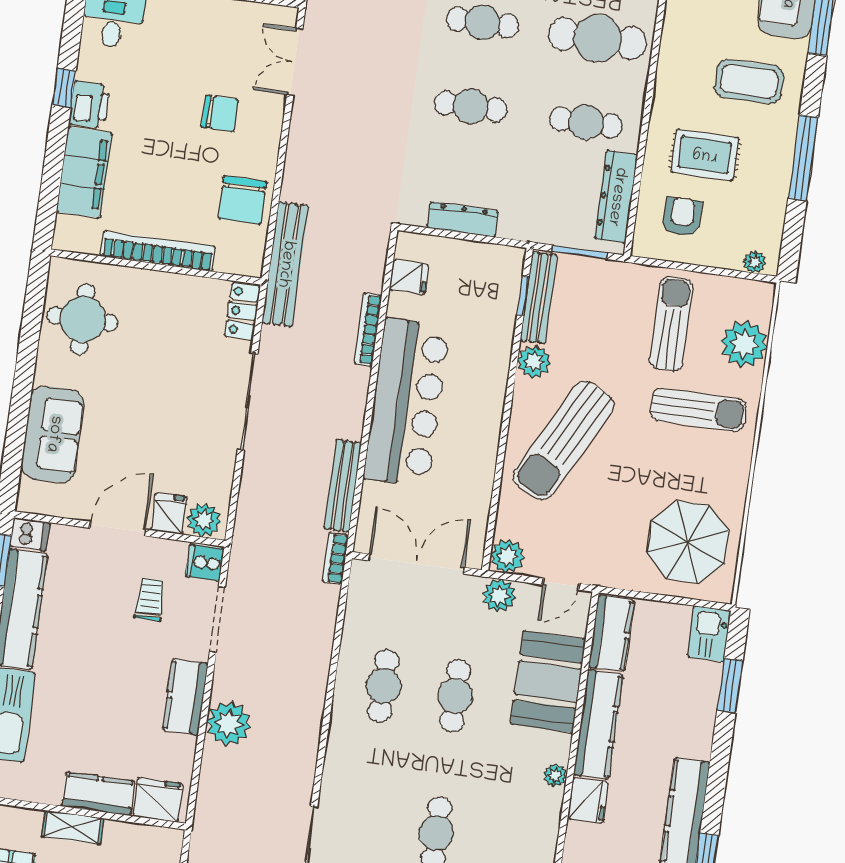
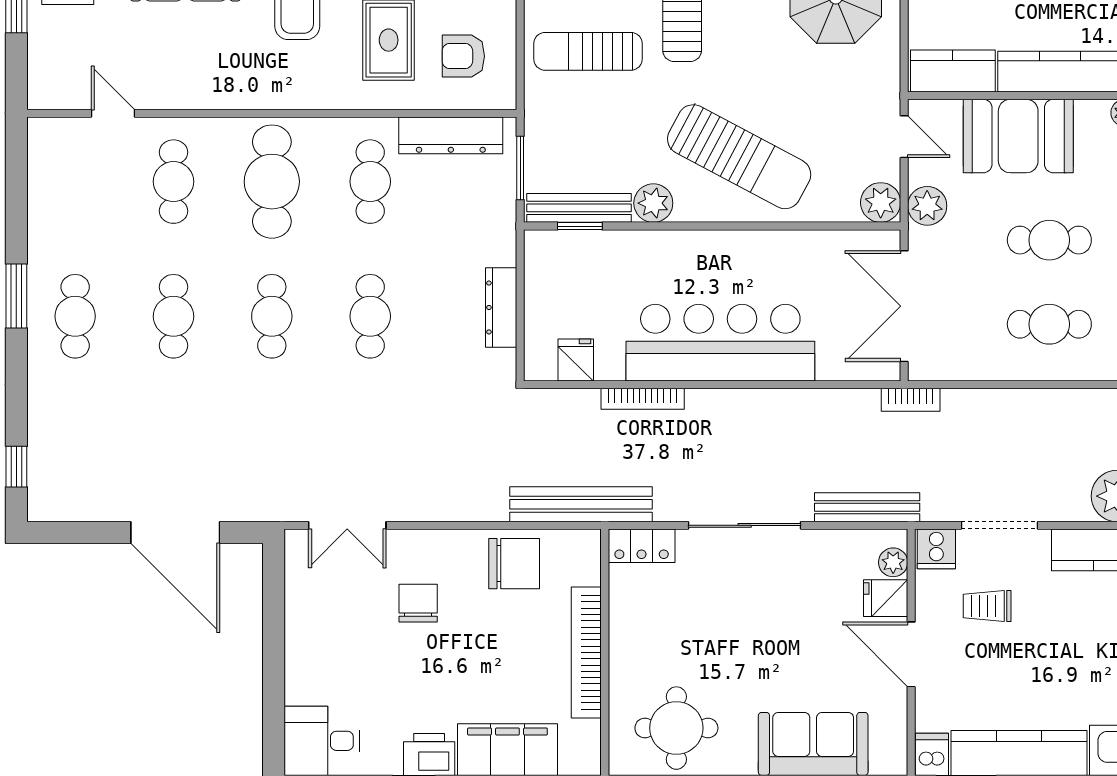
bench: (343, 486) -> (867, 507), moved
plant: (204, 520) -> (893, 562), width x0.73, depth x0.73

